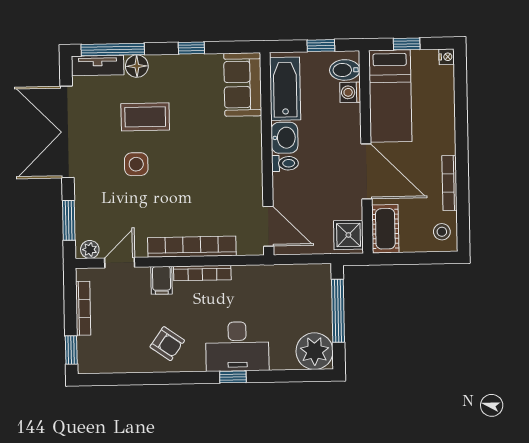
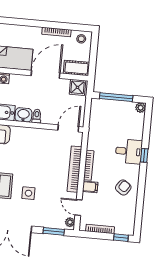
desk: (237, 346) -> (129, 151), width x0.73
plant: (315, 351) -> (141, 108), width x0.53, depth x0.53

